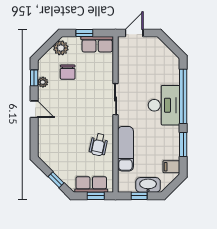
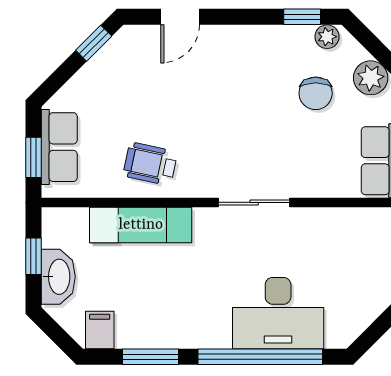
chair: (68, 72) -> (316, 93), turned -90
plant: (43, 82) -> (327, 37), moved
desk: (164, 105) -> (278, 313), moved
door: (34, 109) -> (180, 17), moved
window: (56, 180) -> (94, 43), moved

